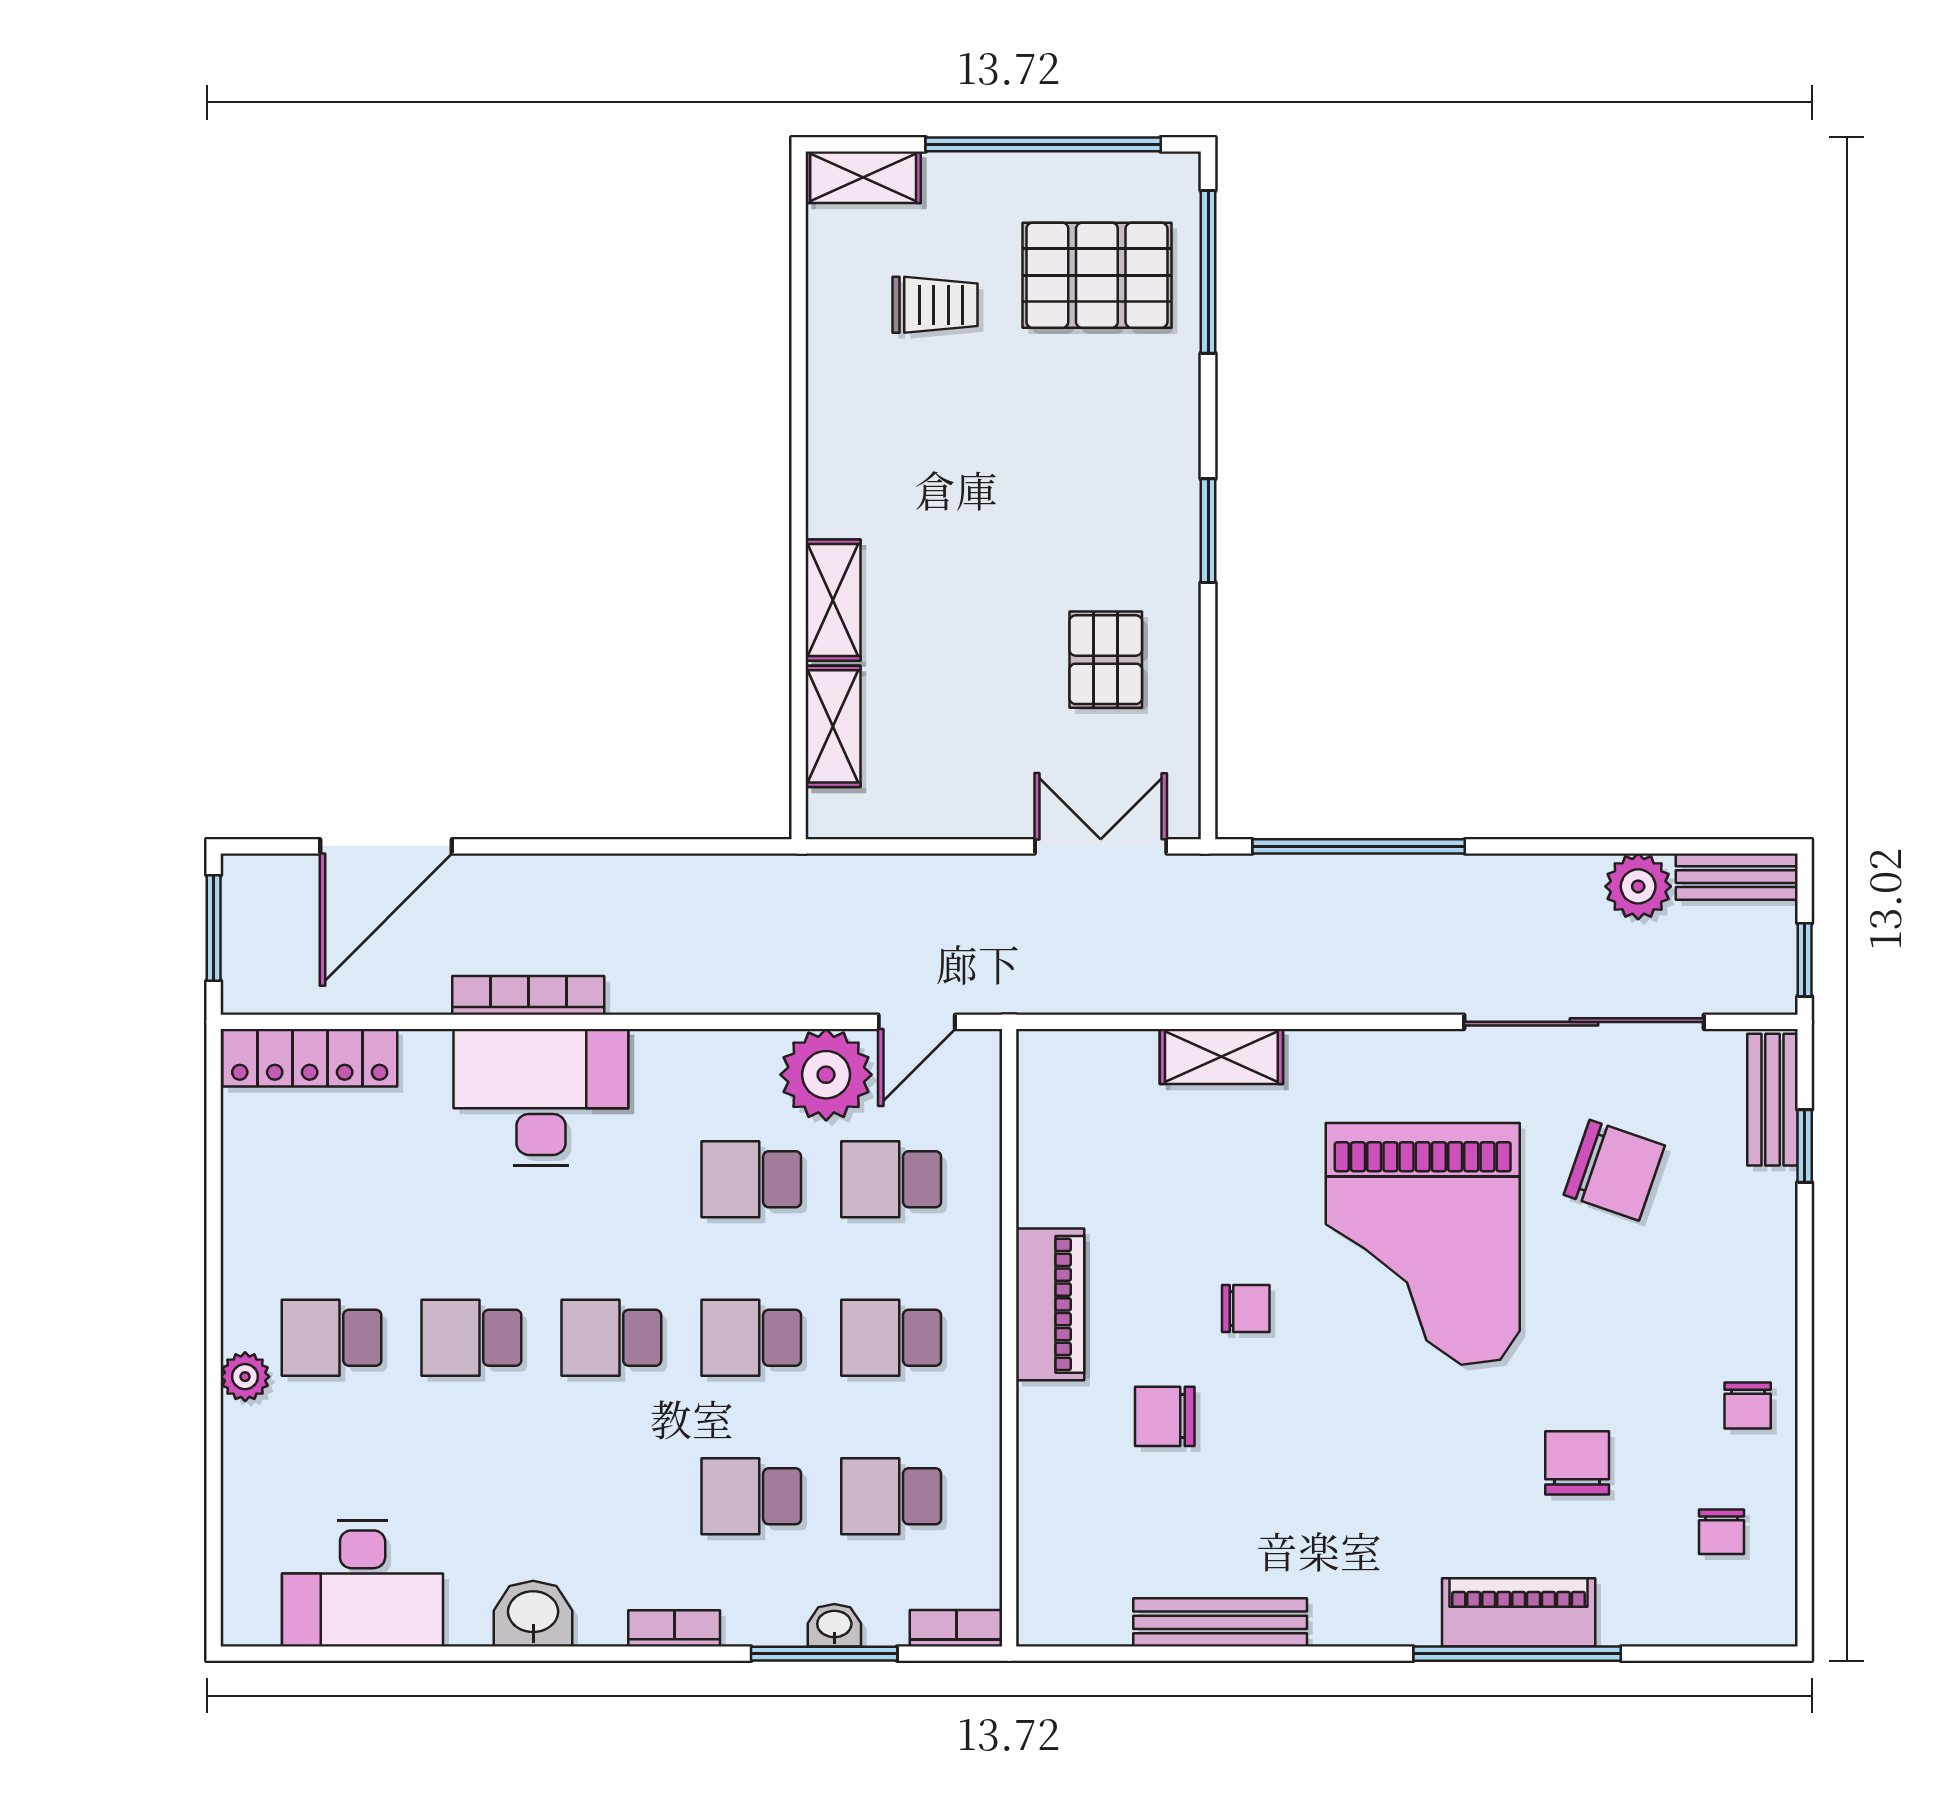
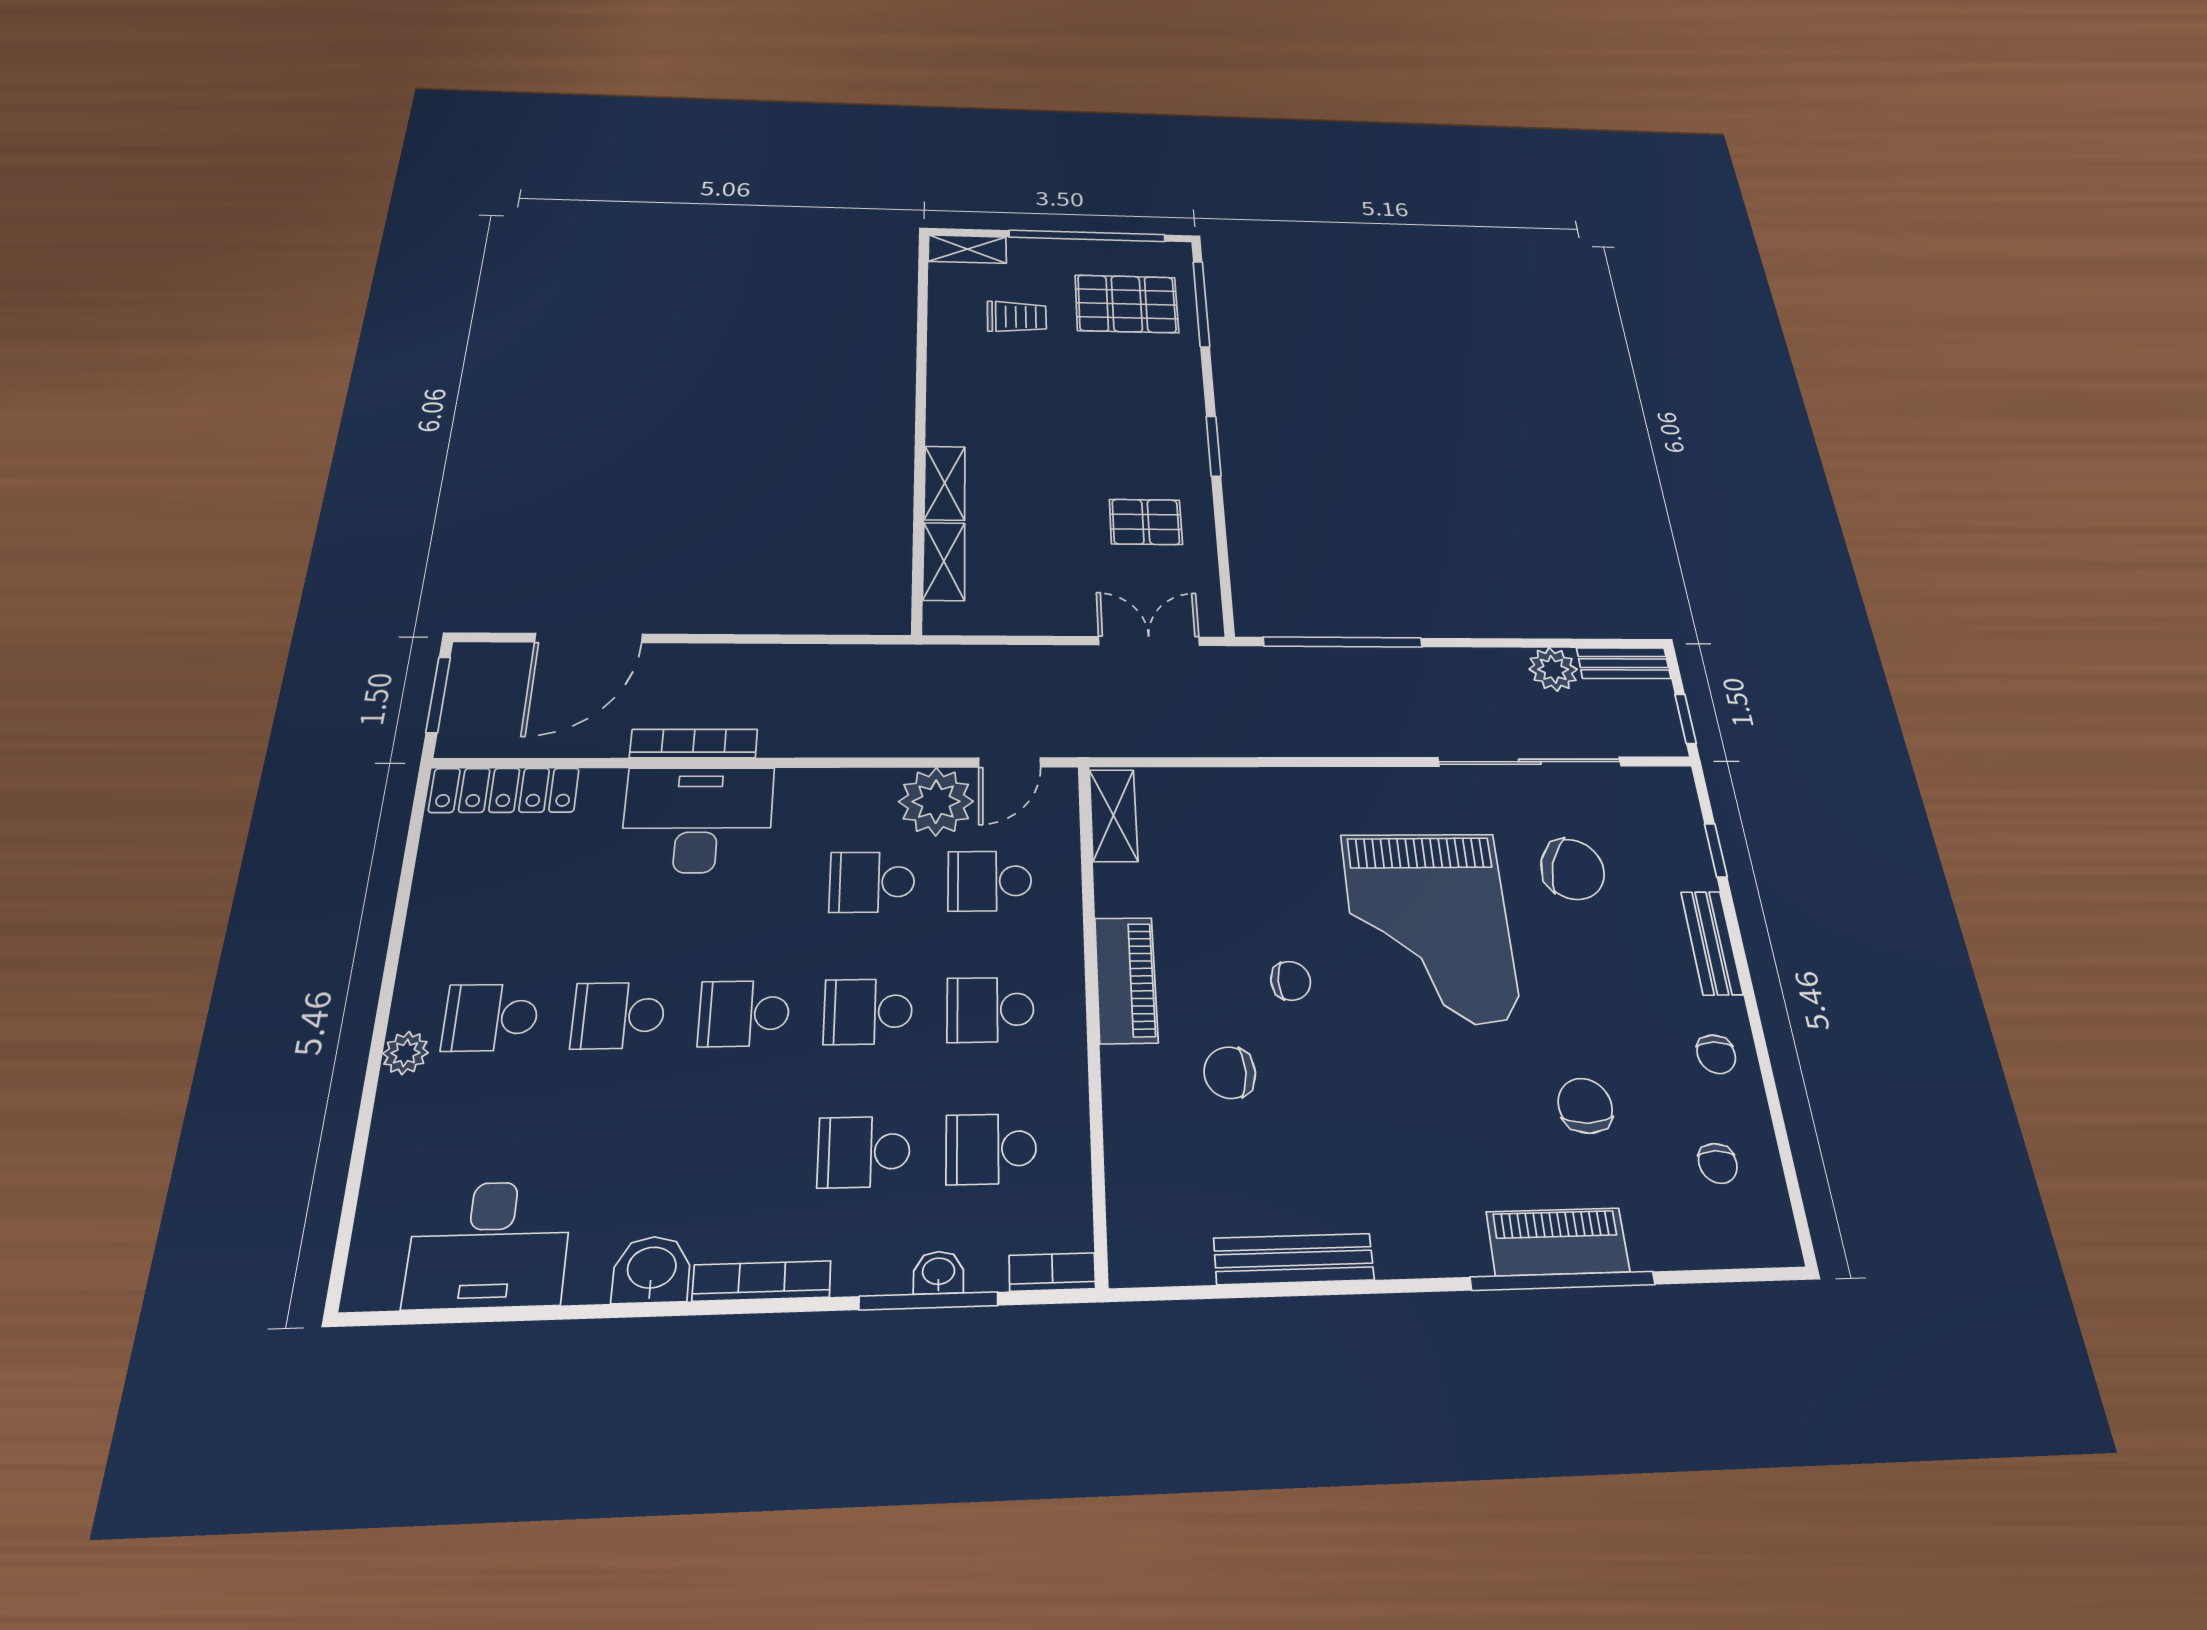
pallet: (1106, 660) -> (1146, 522), turned 90
shelving: (1221, 1057) -> (1113, 815), moved, turned 90
bench: (1772, 1100) -> (1712, 943), moved
bookcase: (674, 1628) -> (762, 1281), width x1.56

